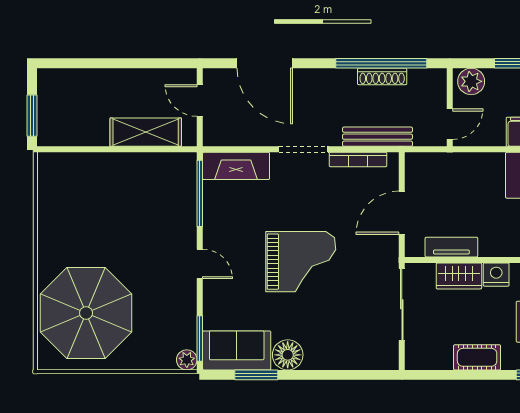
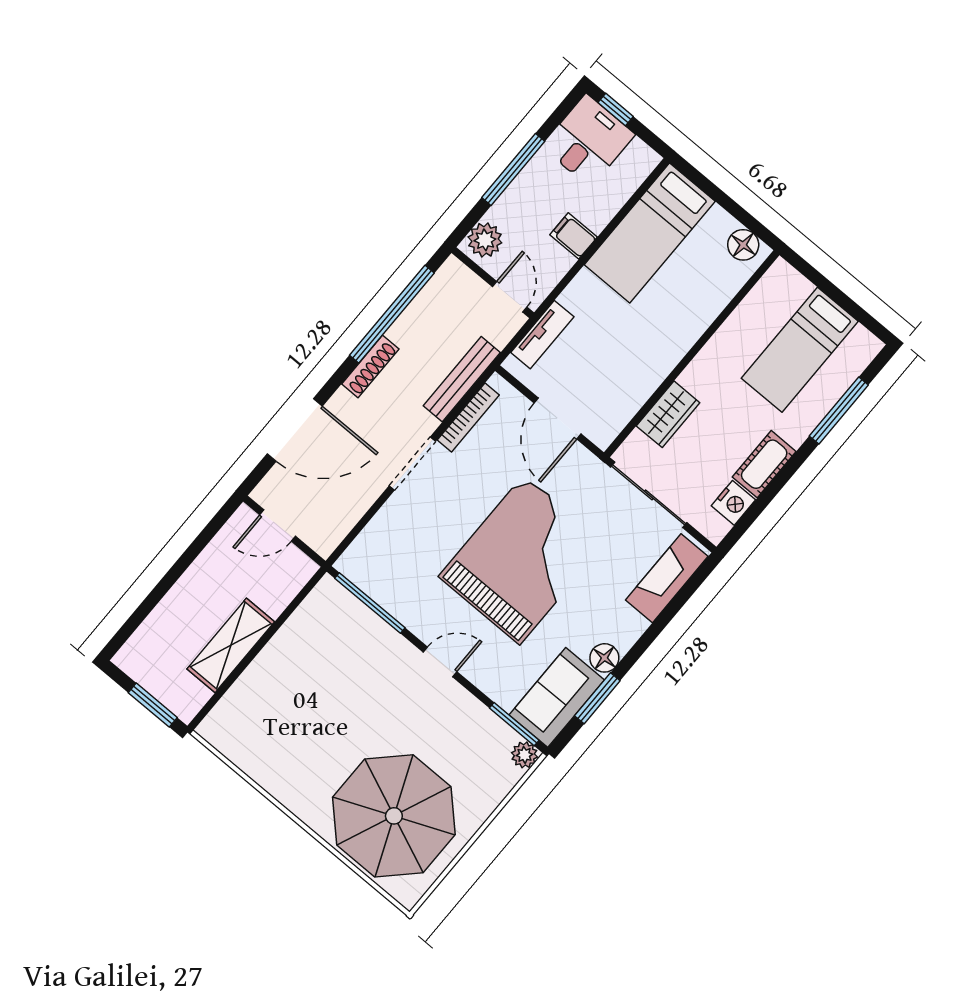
shoe rack: (382, 76) -> (370, 366), moved
shelving: (146, 132) -> (231, 645), moved
fireplace: (236, 166) -> (667, 578), moved, turned 180
tv unit: (451, 247) -> (542, 335), moved, turned 180
grand piano: (301, 262) -> (522, 560), width x1.37, depth x1.48
nightstand: (496, 275) -> (733, 503), moved, turned 180
floor lamp: (288, 355) -> (604, 658), width x0.73, depth x0.73

